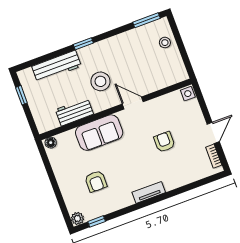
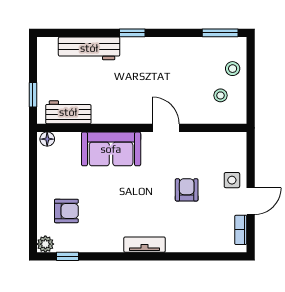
stool: (100, 81) -> (220, 95), moved, width x0.53, depth x0.53
side table: (188, 94) -> (232, 180), moved
window: (21, 95) -> (33, 95), moved
workbench: (74, 112) -> (68, 112), moved
armchair: (96, 181) -> (66, 211), moved, turned -90

